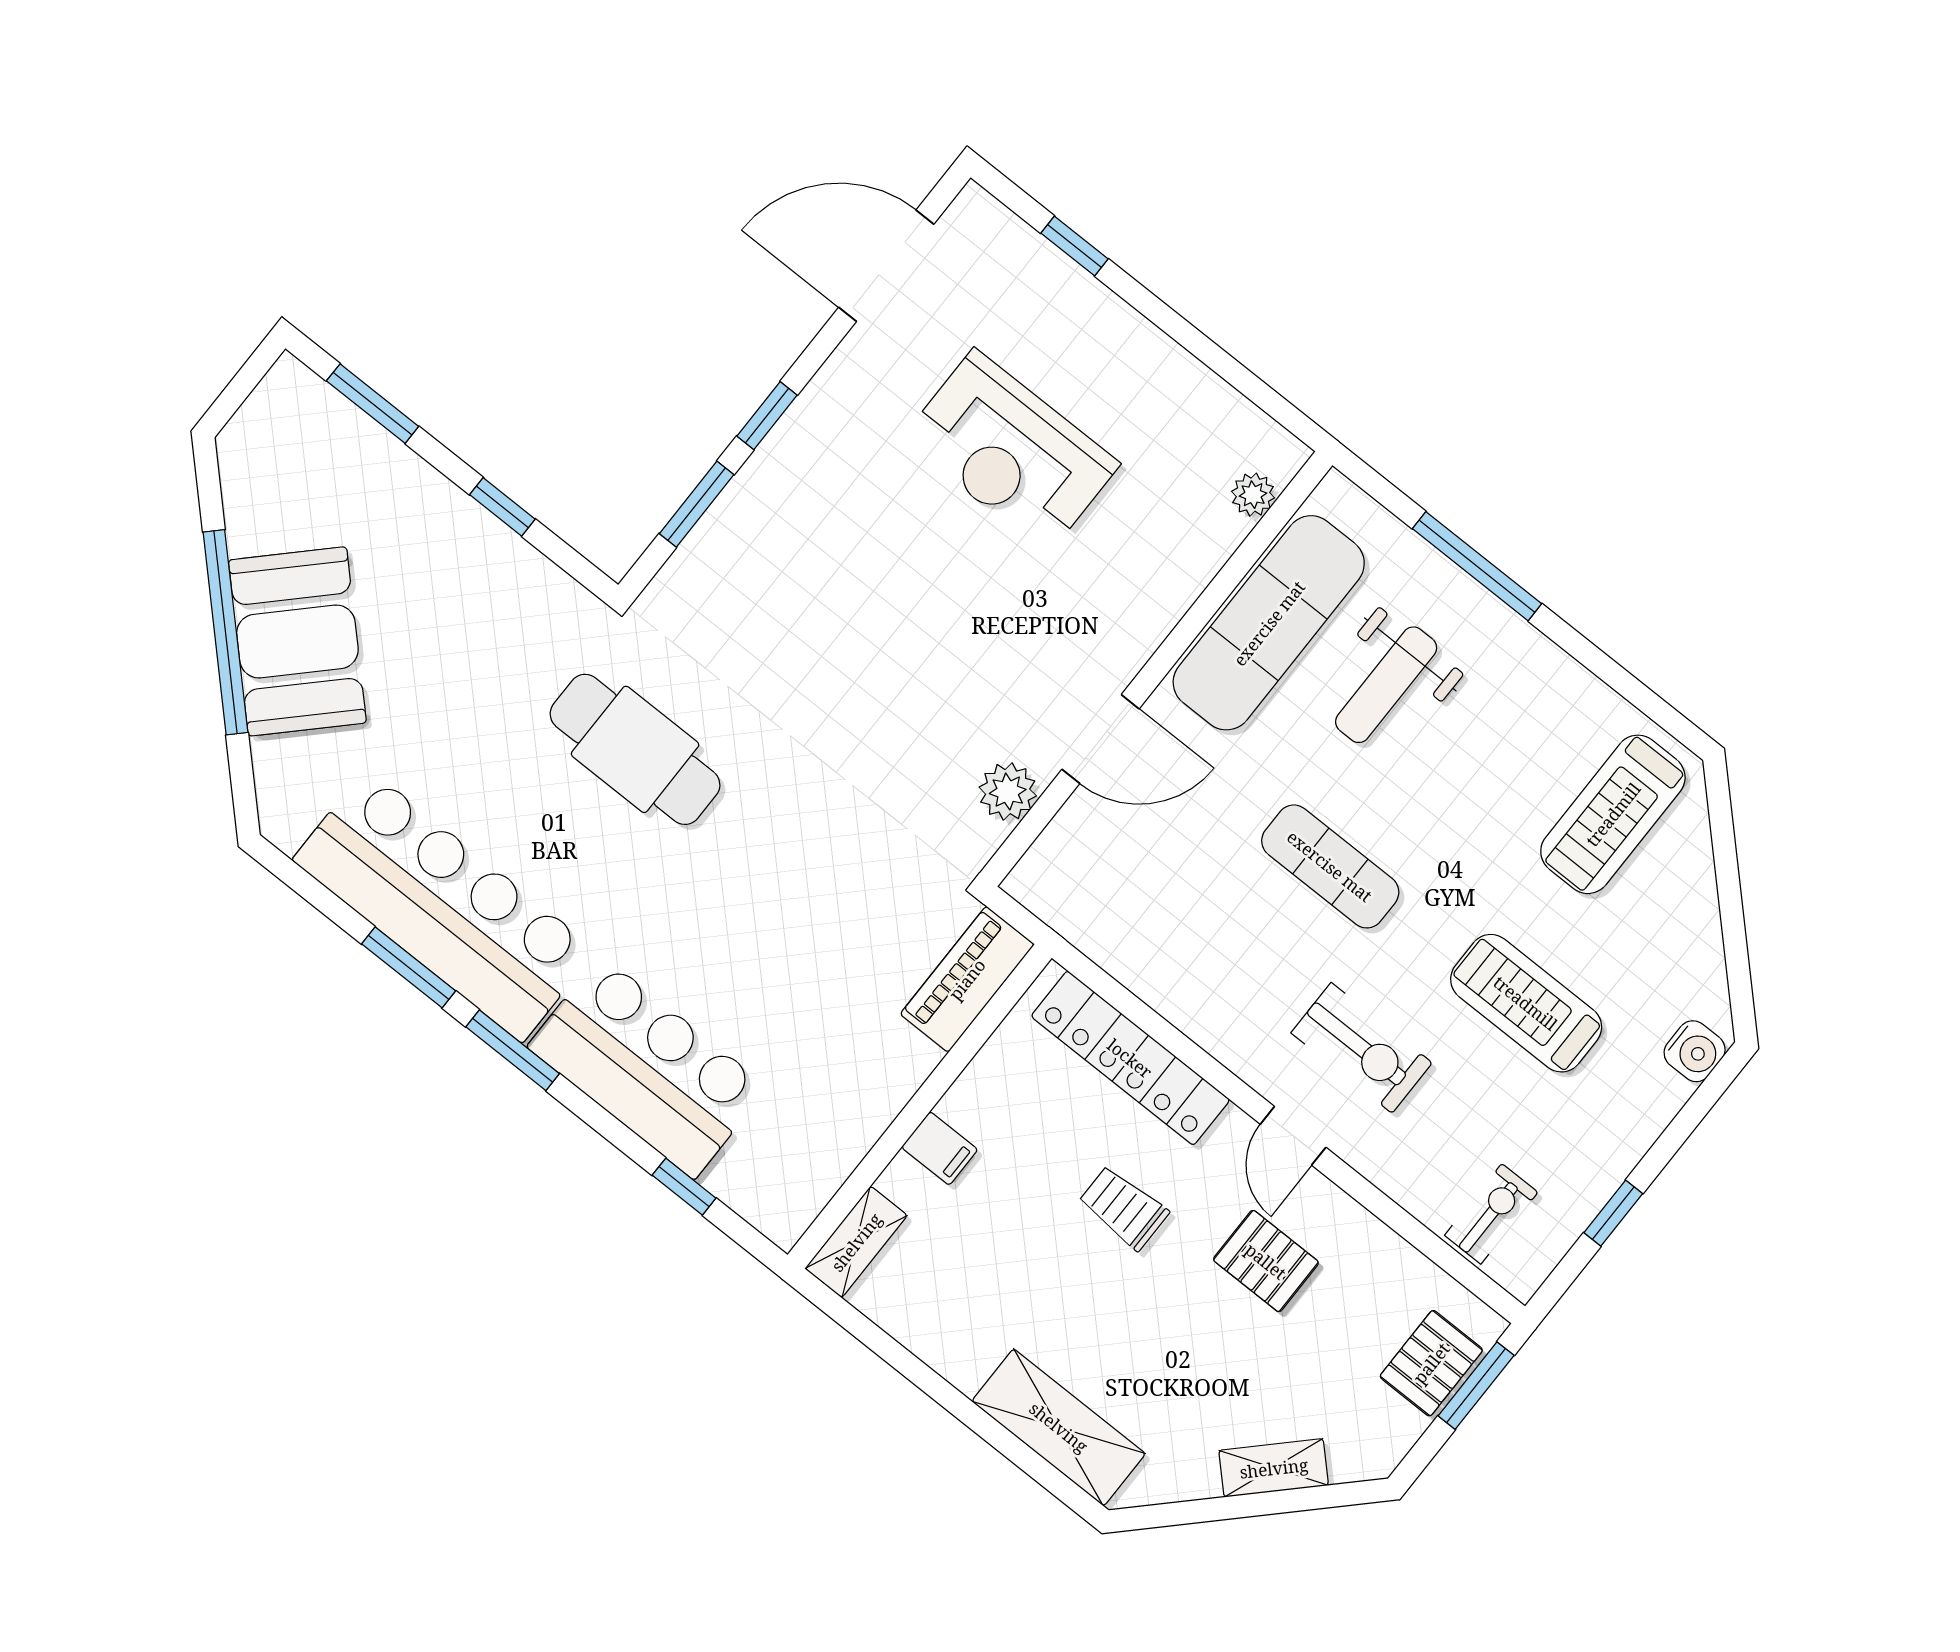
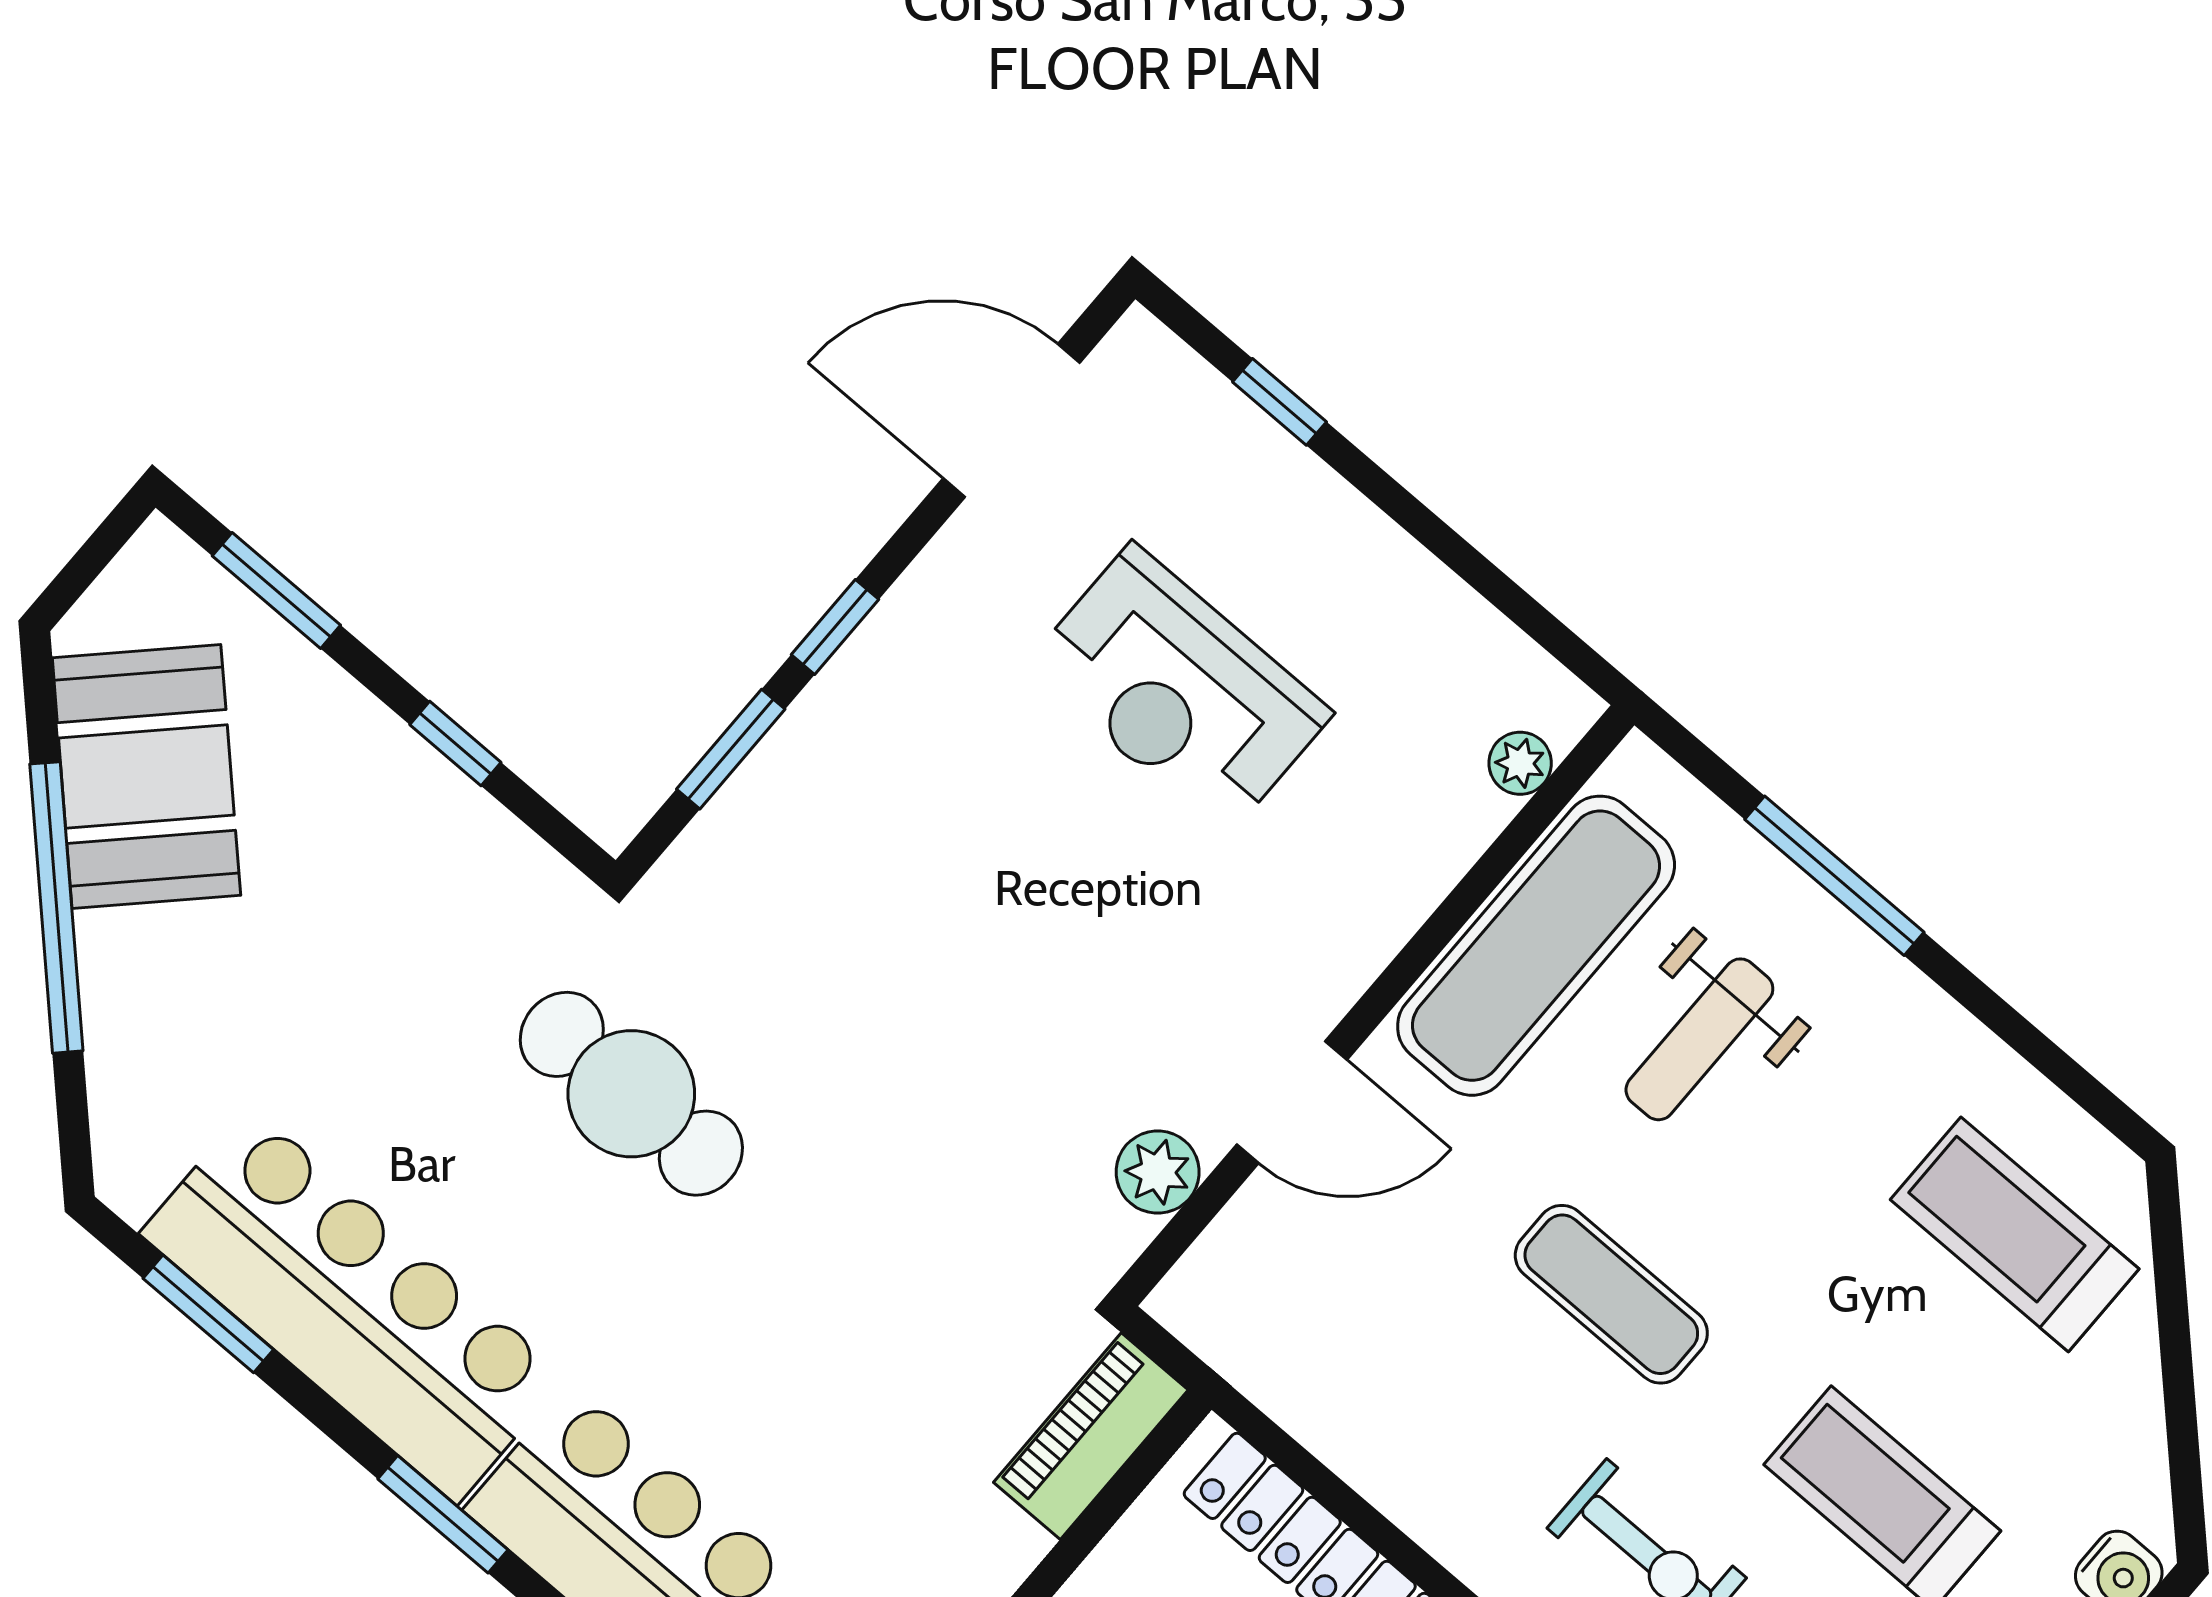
booth: (297, 641) -> (146, 777), moved
treadmill: (1613, 814) -> (2015, 1234), turned 90
window: (409, 967) -> (208, 1314), moved

